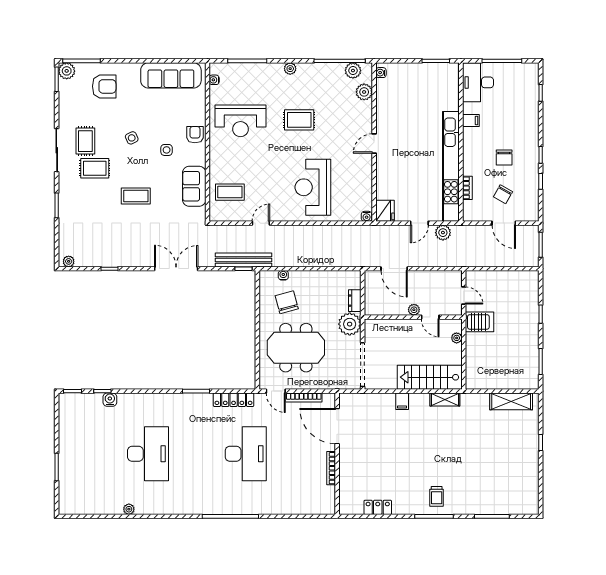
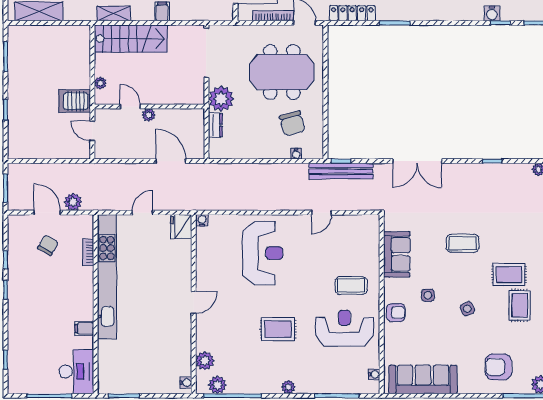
armchair: (195, 135) -> (396, 313), turned -90
chair: (504, 158) -> (47, 287), removed
coffee table: (230, 192) -> (351, 286), moved
plant: (443, 233) -> (73, 202), moved

